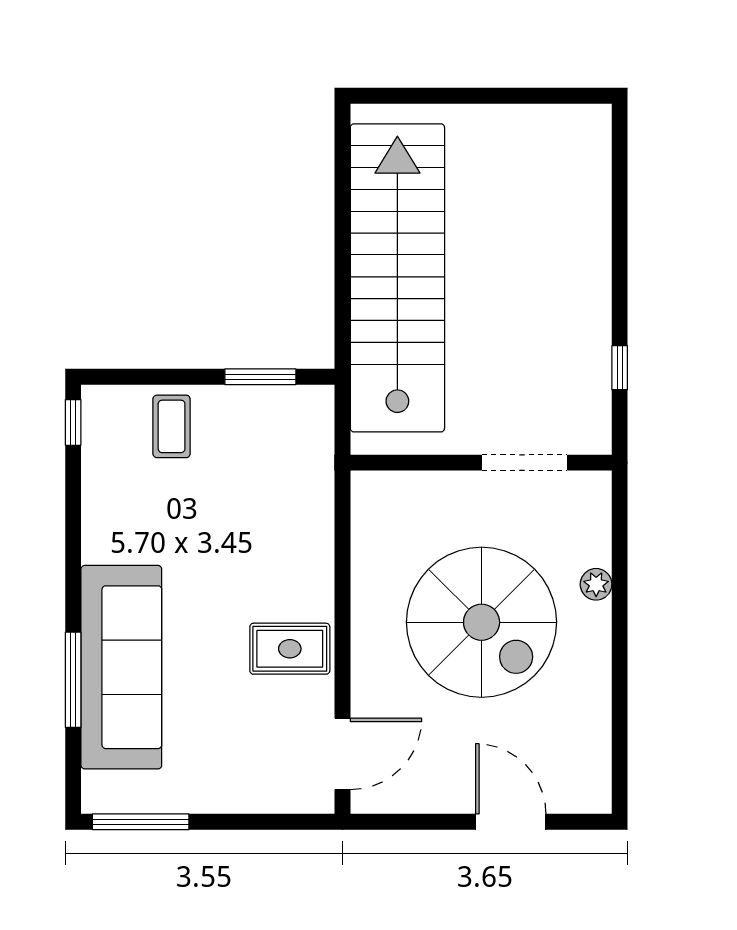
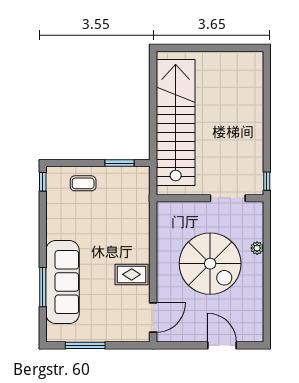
window: (620, 368) -> (267, 181), moved
coffee table: (172, 426) -> (83, 183), turned 90
window: (141, 822) -> (85, 345), moved

